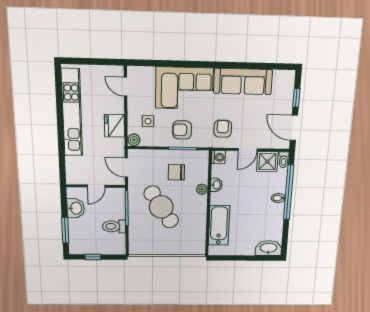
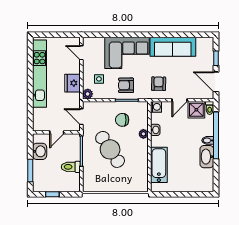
washbasin: (268, 248) -> (207, 157), moved, turned -90

